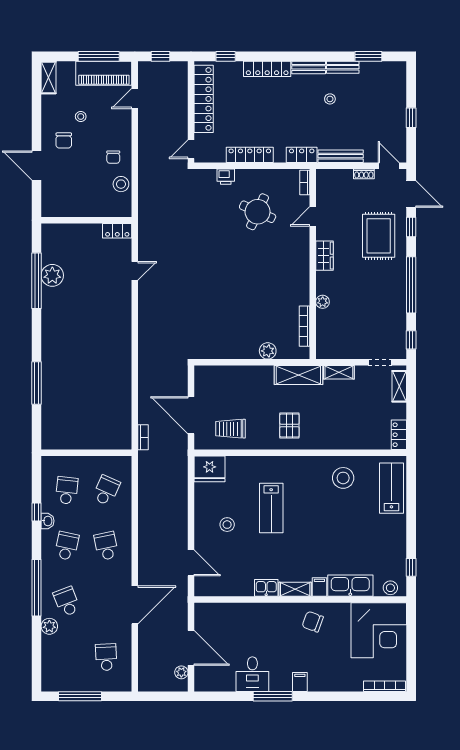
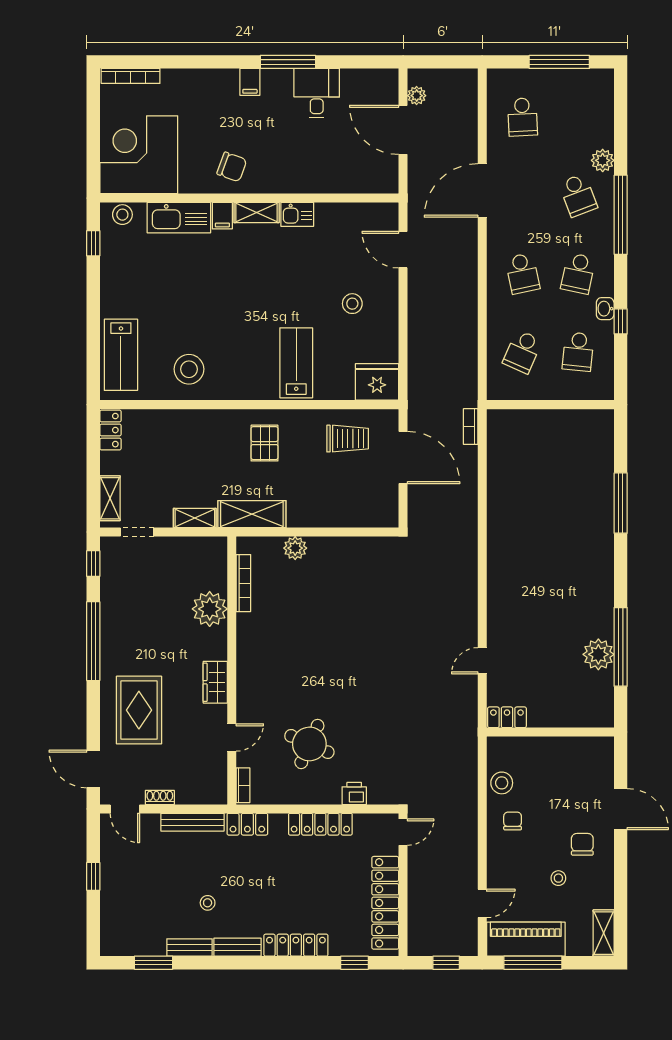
window: (411, 227) -> (93, 723), removed
plant: (323, 302) -> (210, 609), width x1.87, depth x1.87
lab bench: (271, 508) -> (296, 363), moved

